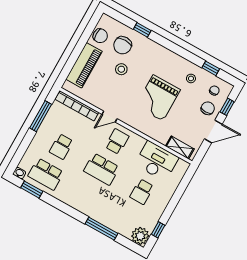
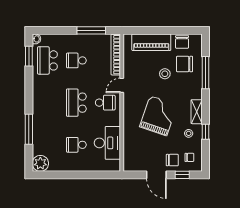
window: (142, 30) -> (206, 73), width x2.17
window: (211, 68) -> (206, 132), moved
grand piano: (158, 98) -> (158, 116), turned 109
door: (109, 117) -> (122, 85), hinge flipped
shelving: (180, 147) -> (197, 112), moved
window: (158, 230) -> (53, 175), removed

